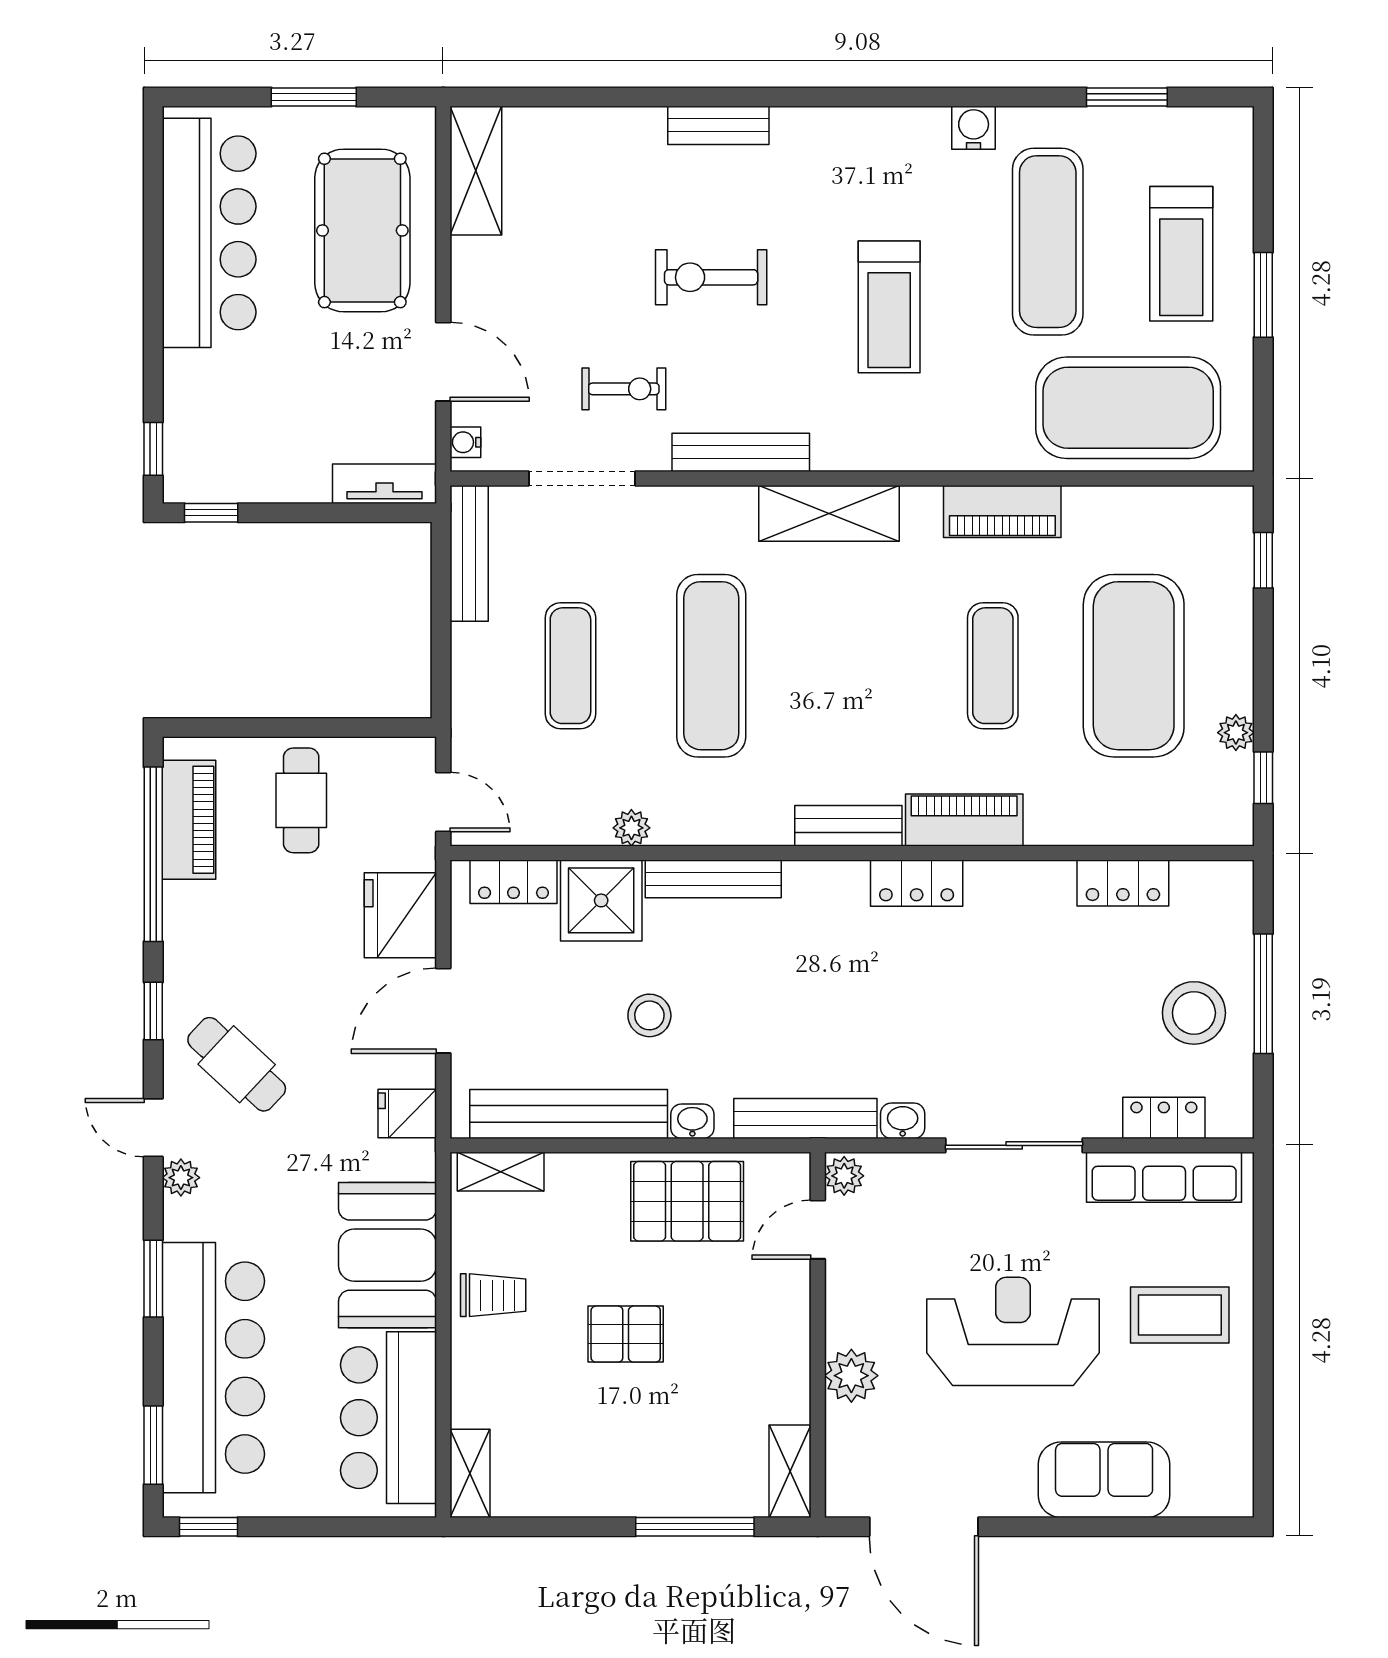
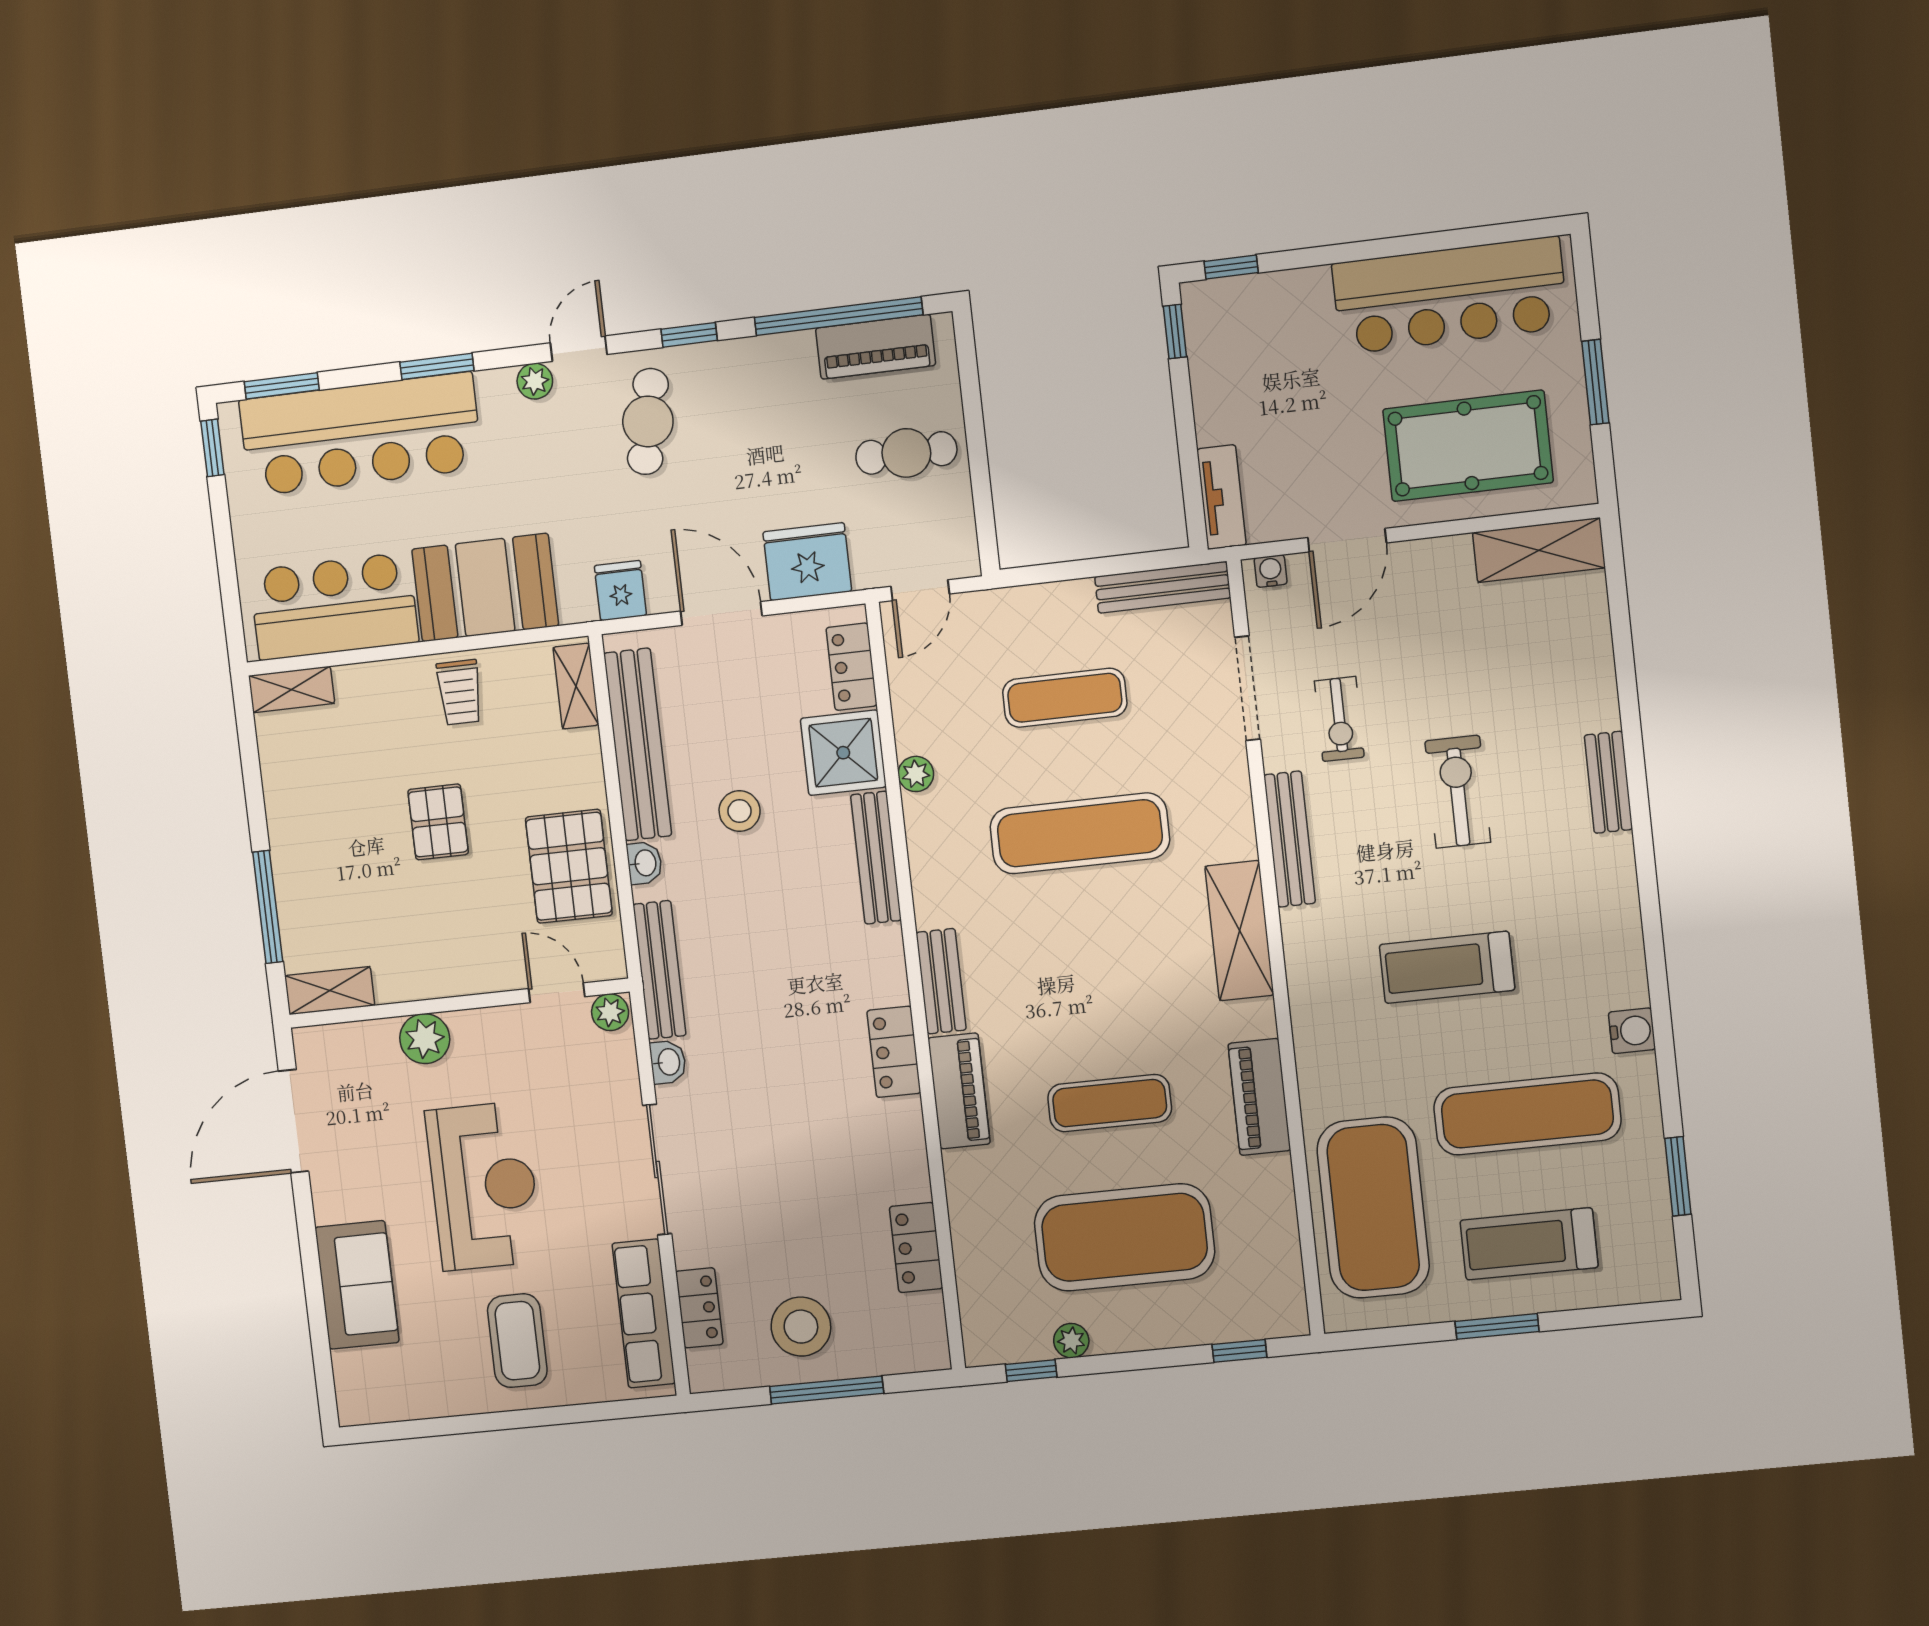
cafe table: (237, 1064) -> (648, 421), turned -32

